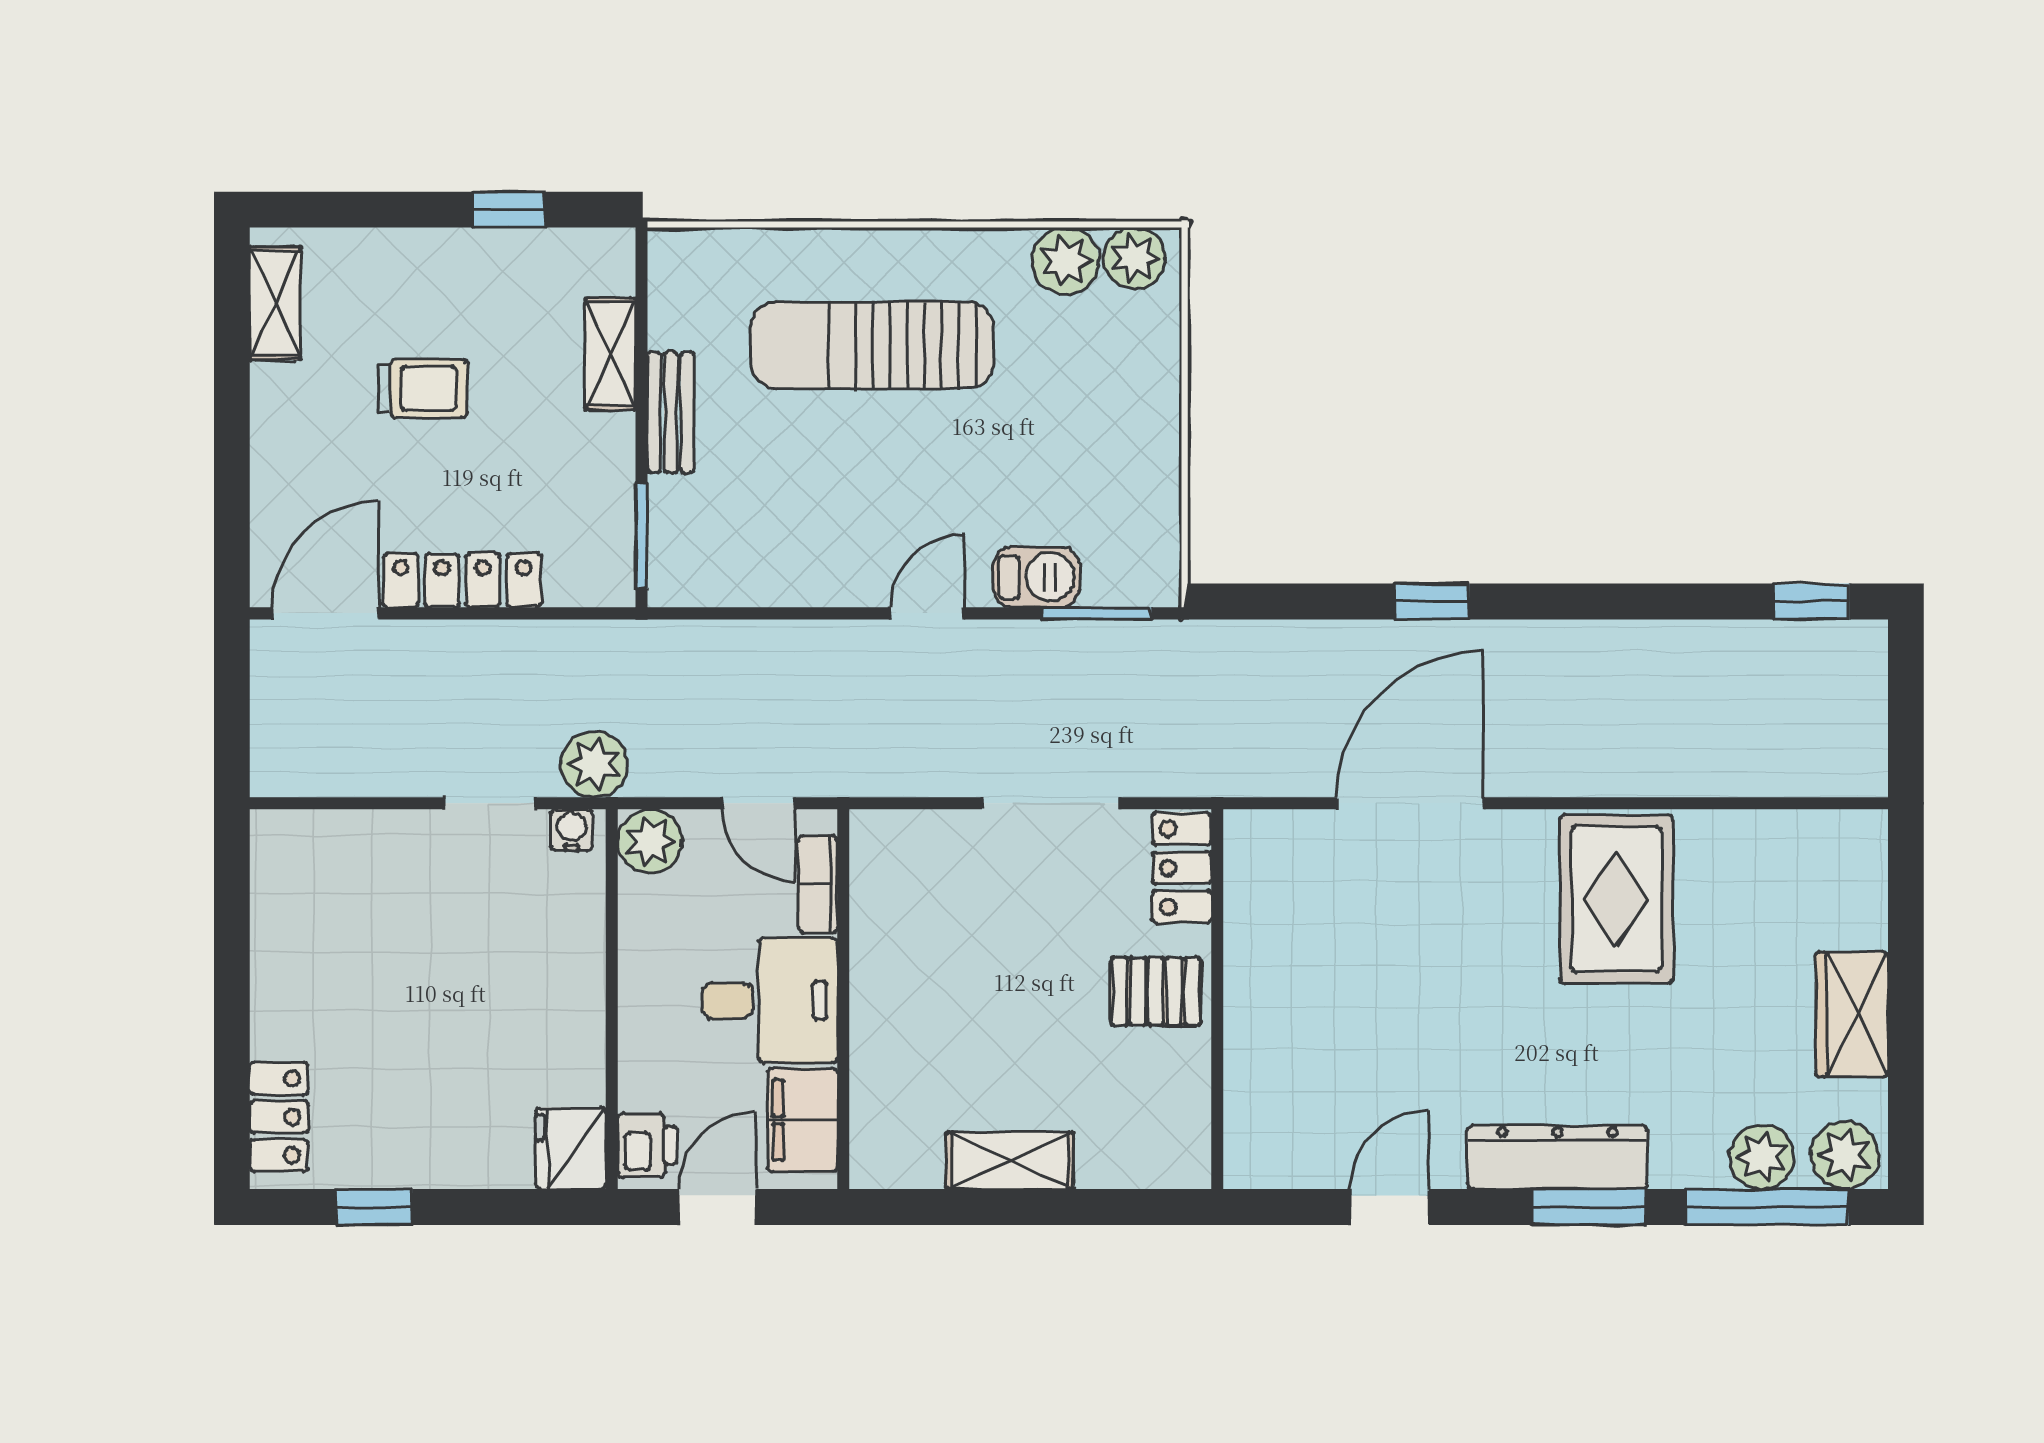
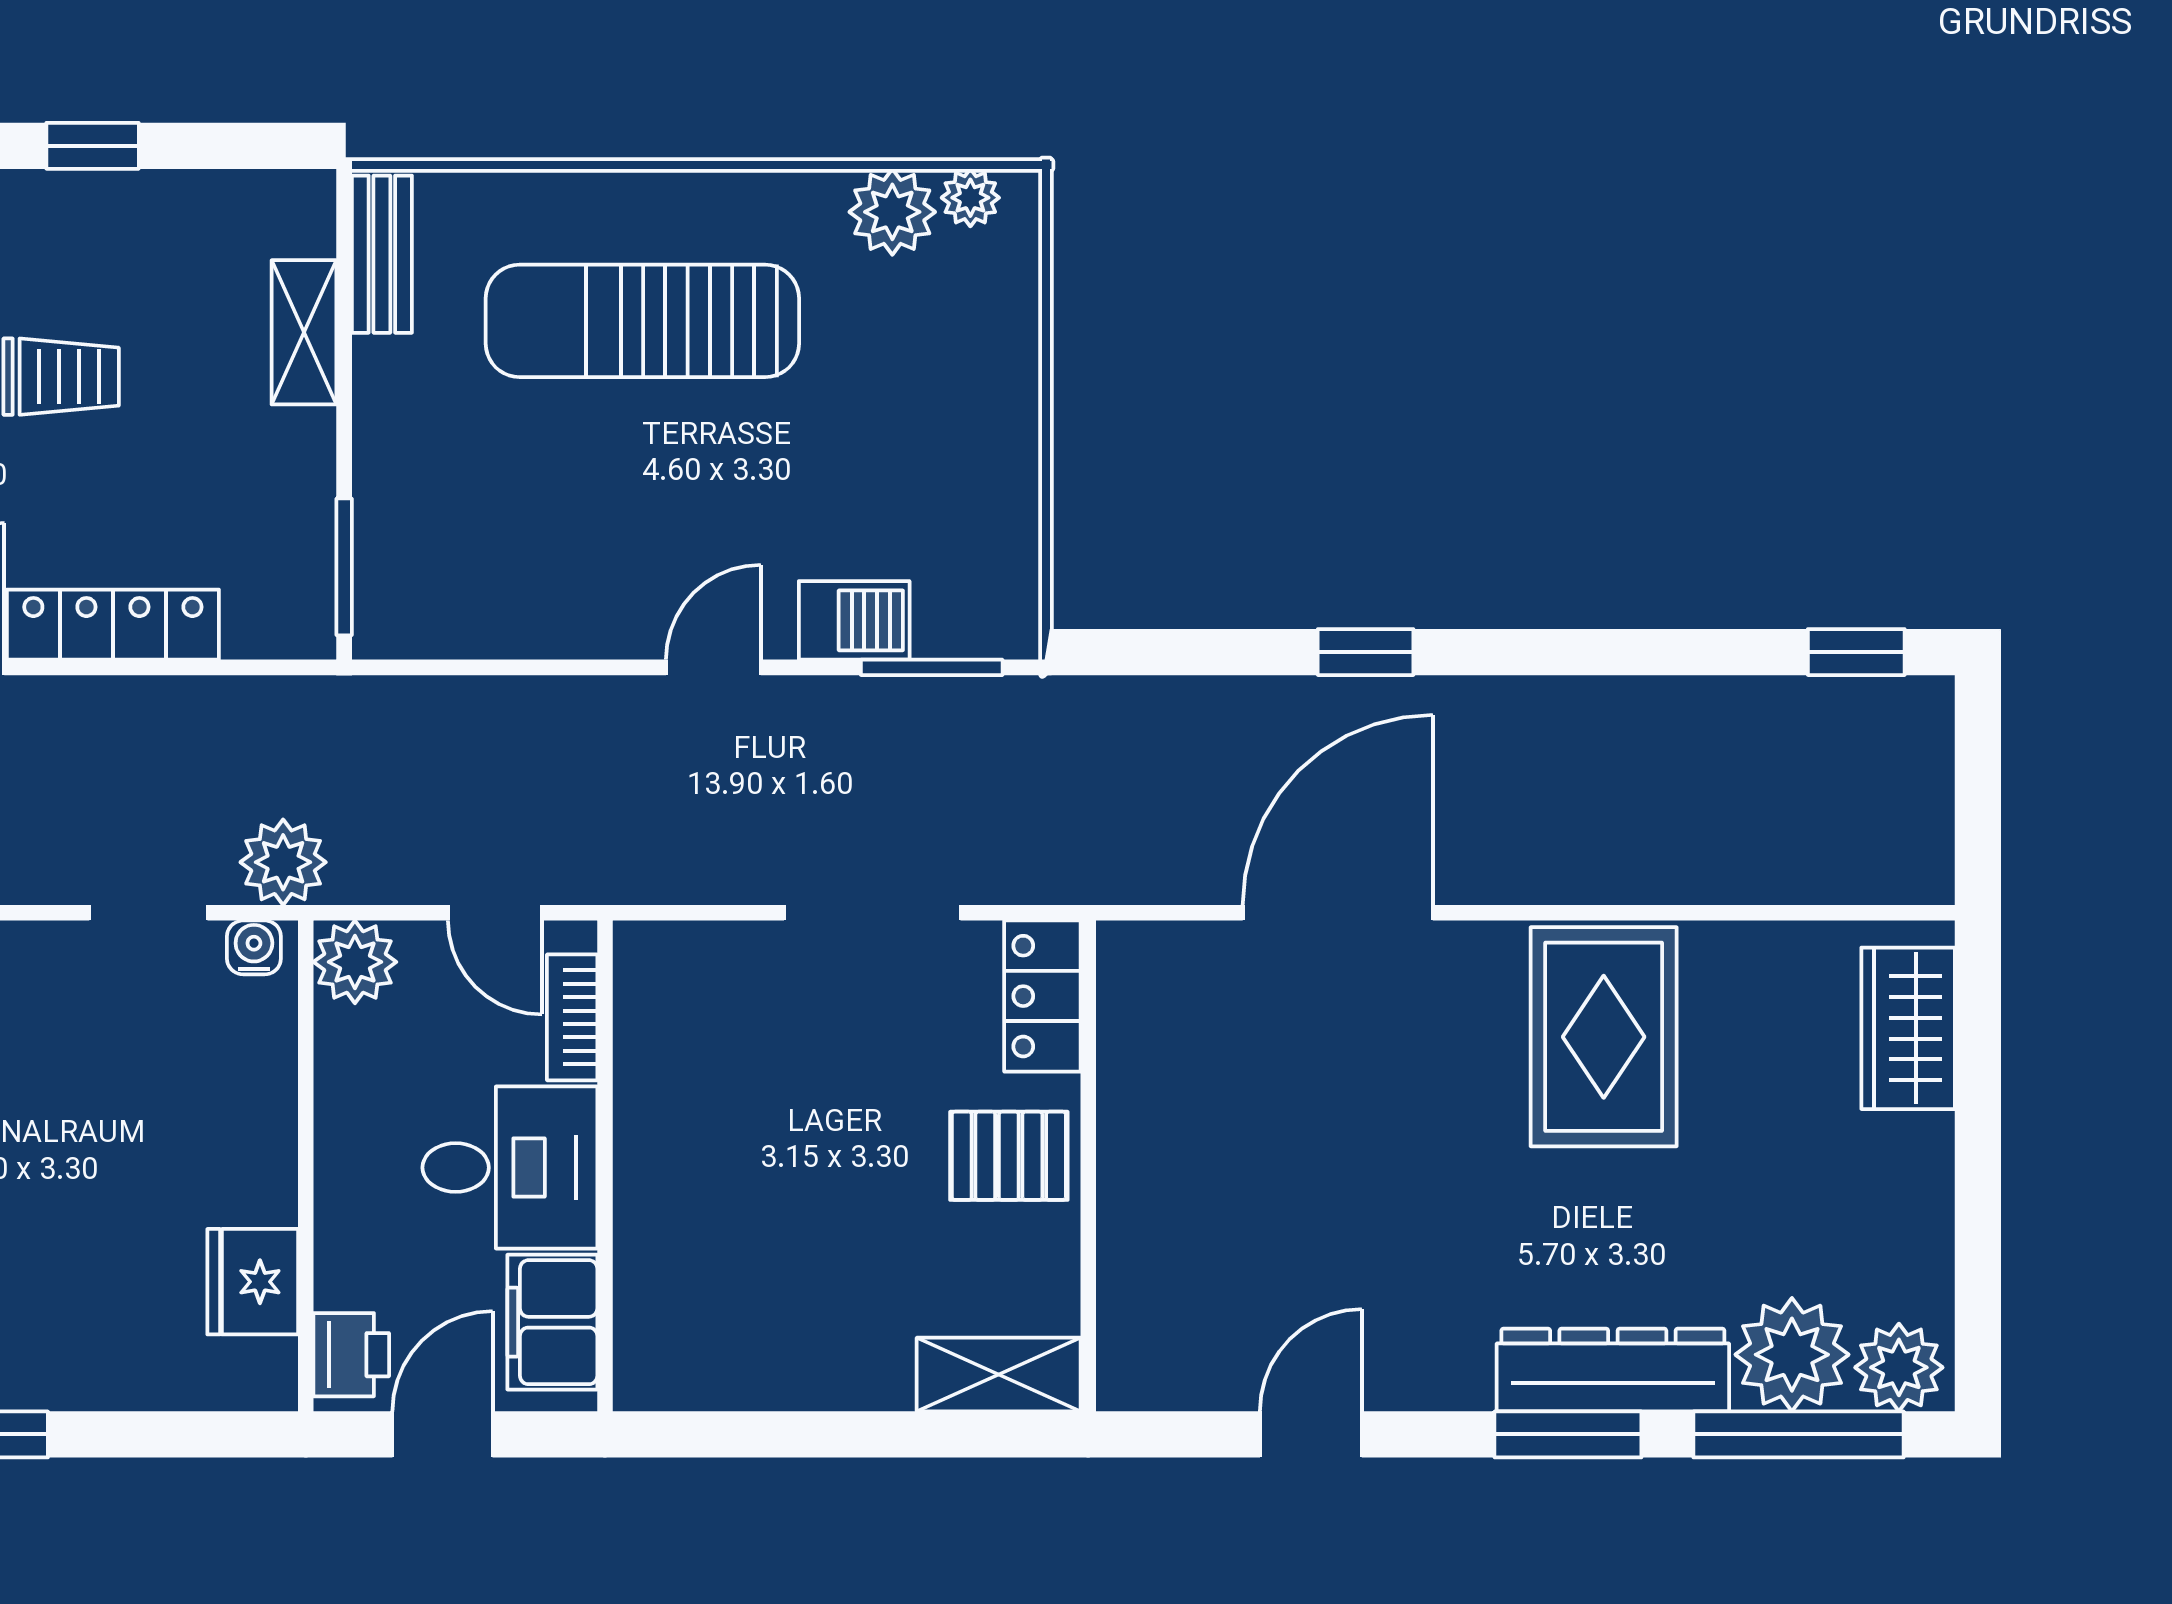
window: (509, 210) -> (93, 146), moved
plant: (1134, 258) -> (970, 198), width x0.73, depth x0.73
bench: (671, 412) -> (382, 254), moved
wardrobe: (1852, 1014) -> (1908, 1028), moved
fridge: (571, 1148) -> (253, 1282), moved
dresser: (1557, 1157) -> (1613, 1370), moved
plant: (1762, 1157) -> (1792, 1355), width x1.36, depth x1.36
shelving: (1010, 1161) -> (999, 1375), moved

